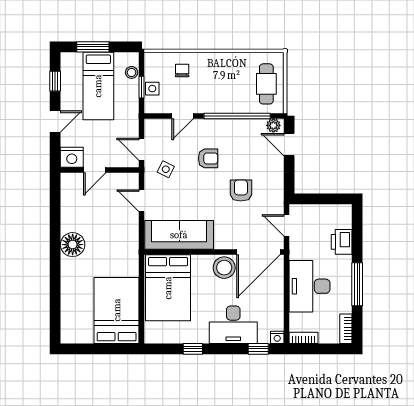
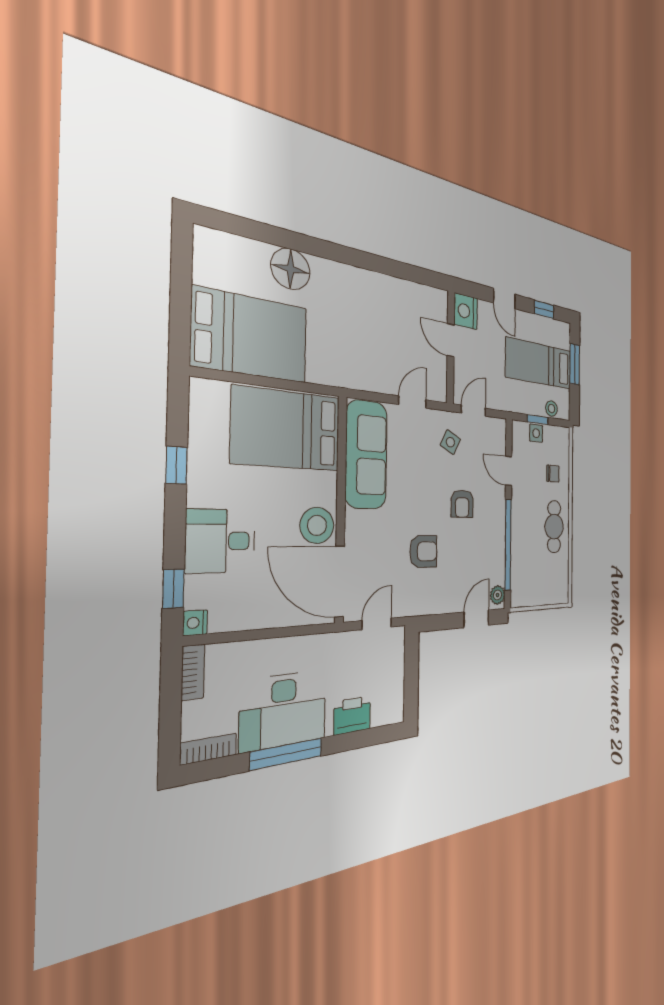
cafe table: (266, 84) -> (554, 527), moved, turned 90
floor lamp: (73, 245) -> (291, 269), moved
desk: (309, 286) -> (284, 710), moved, turned 180
desk: (233, 325) -> (221, 541), width x0.73

